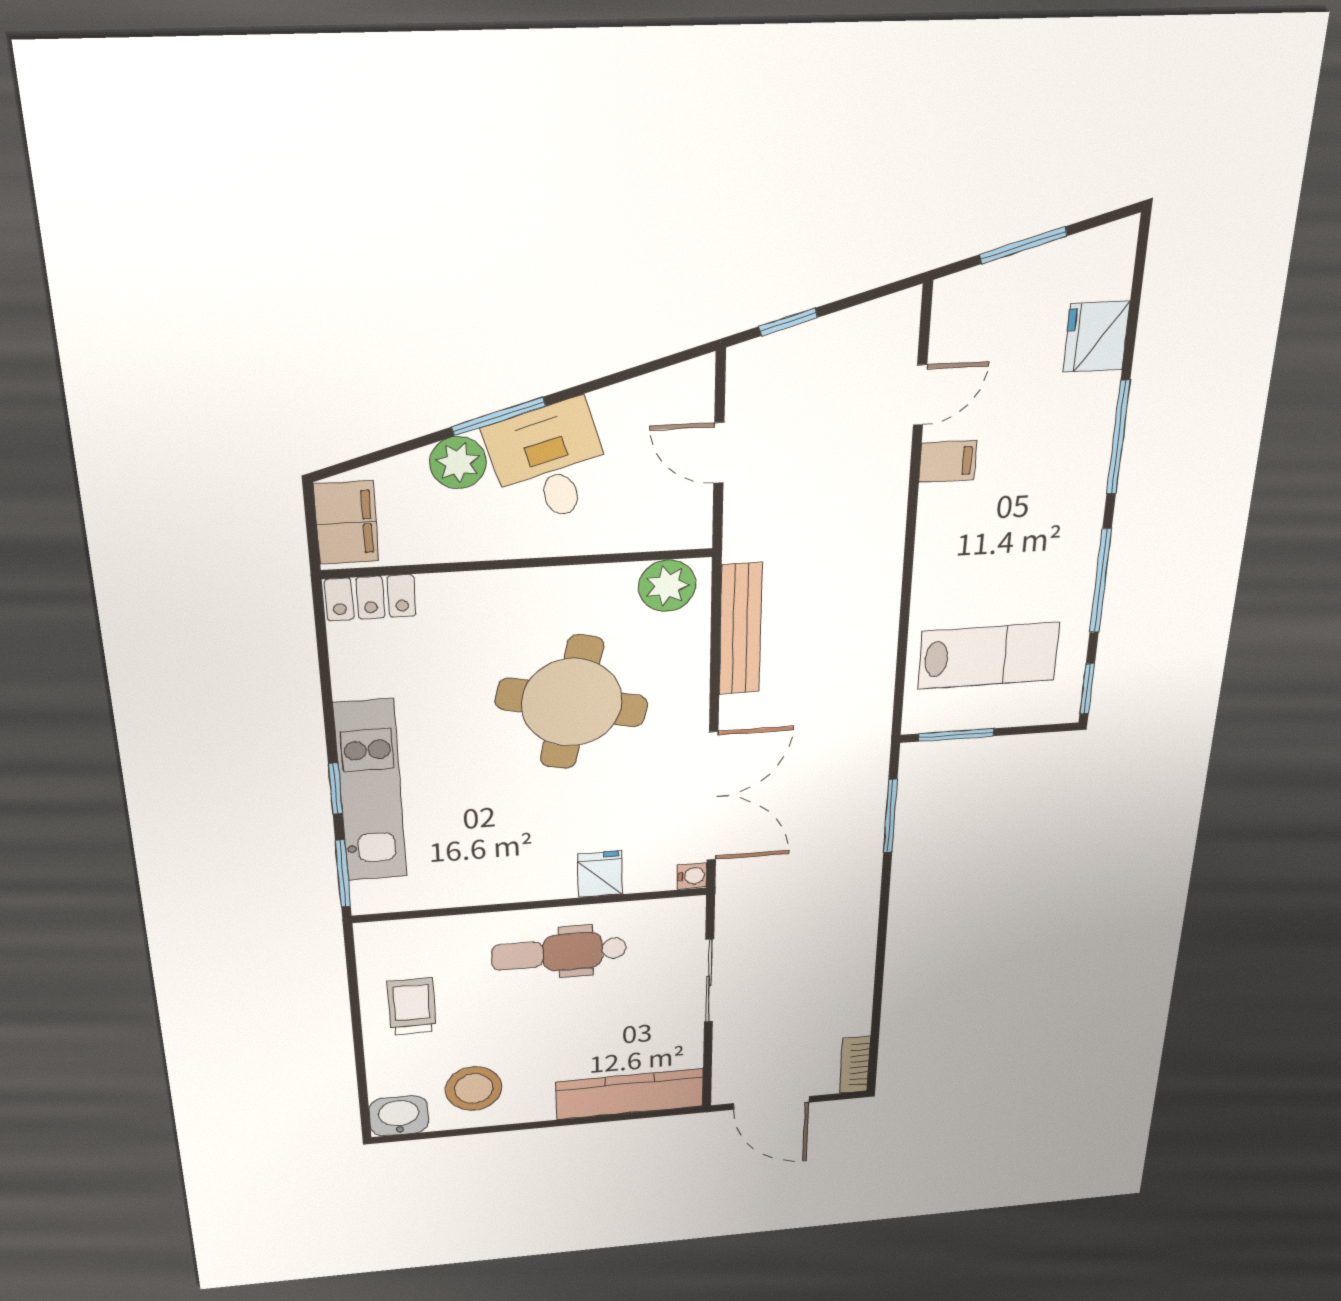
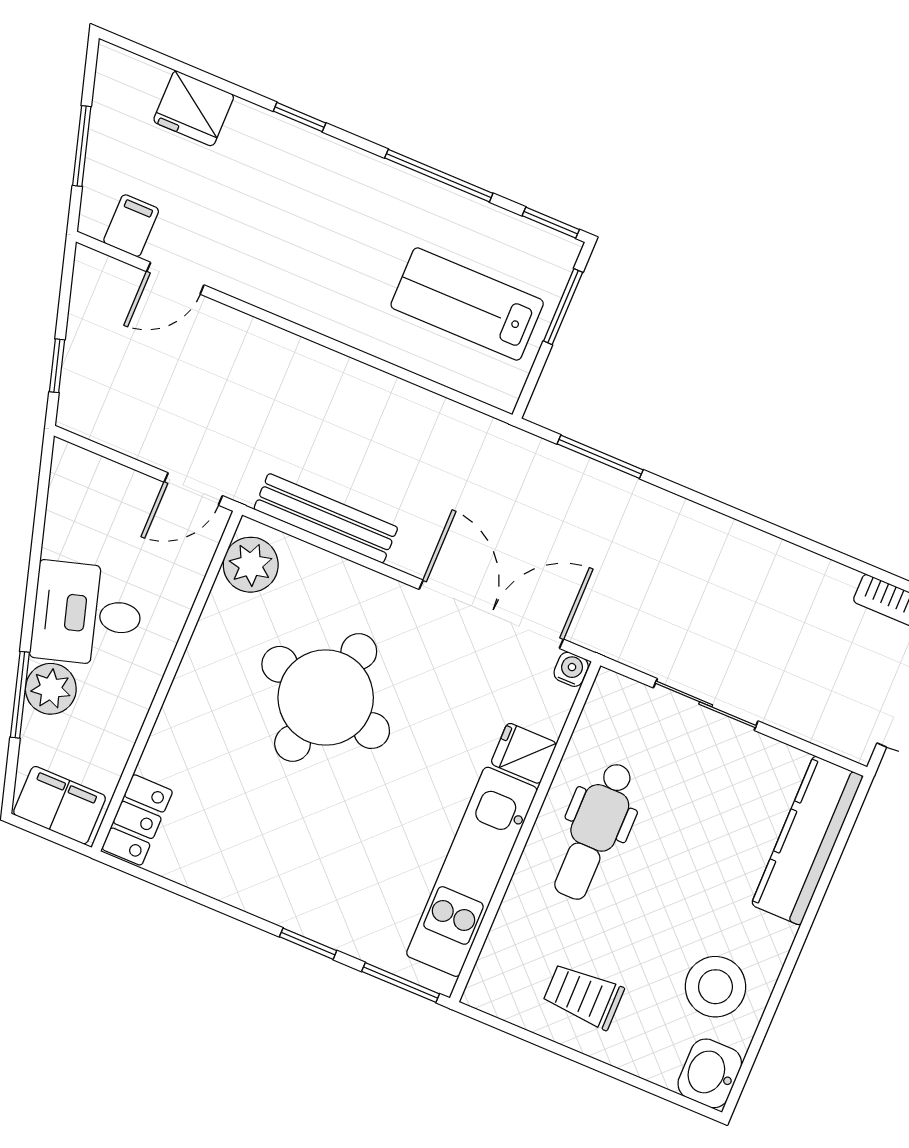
door: (920, 395) -> (175, 278), swing flipped
window: (499, 416) -> (20, 695), moved
window: (1118, 438) -> (300, 117), width x0.46
door: (719, 453) -> (193, 489), moved
filing cabinet: (948, 461) -> (131, 226), moved
lab bench: (989, 656) -> (467, 304), turned -90
window: (956, 735) -> (563, 307), moved
kitchen unit: (370, 791) -> (472, 872), moved, turned -90

